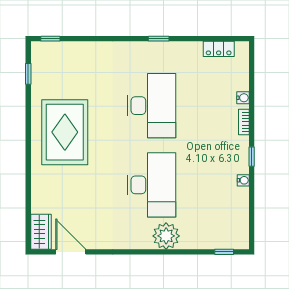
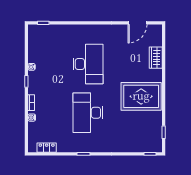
rug: (65, 132) -> (141, 96), turned 90
desk: (151, 185) -> (88, 64), turned 180
wardrobe: (41, 232) -> (156, 58), moved
plant: (166, 236) -> (79, 33), removed
door: (71, 252) -> (137, 23), hinge flipped

